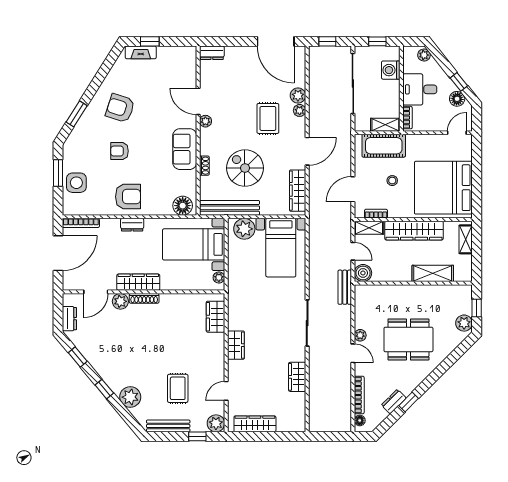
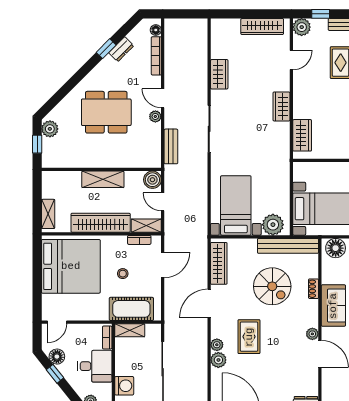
shelving: (433, 273) -> (103, 179), moved
plant: (219, 278) -> (299, 175), removed
bench: (345, 287) -> (171, 146), moved

